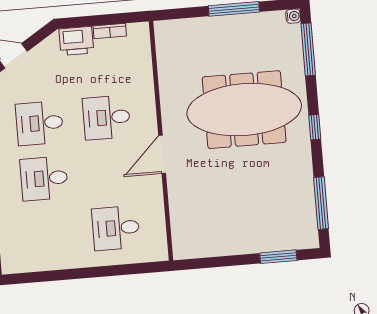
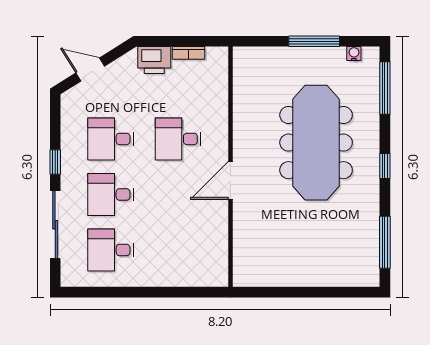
water cooler: (293, 16) -> (354, 53), moved, turned -90
meeting table: (244, 110) -> (316, 143), turned 90
desk: (116, 228) -> (111, 250), moved
window: (278, 257) -> (338, 292), removed

